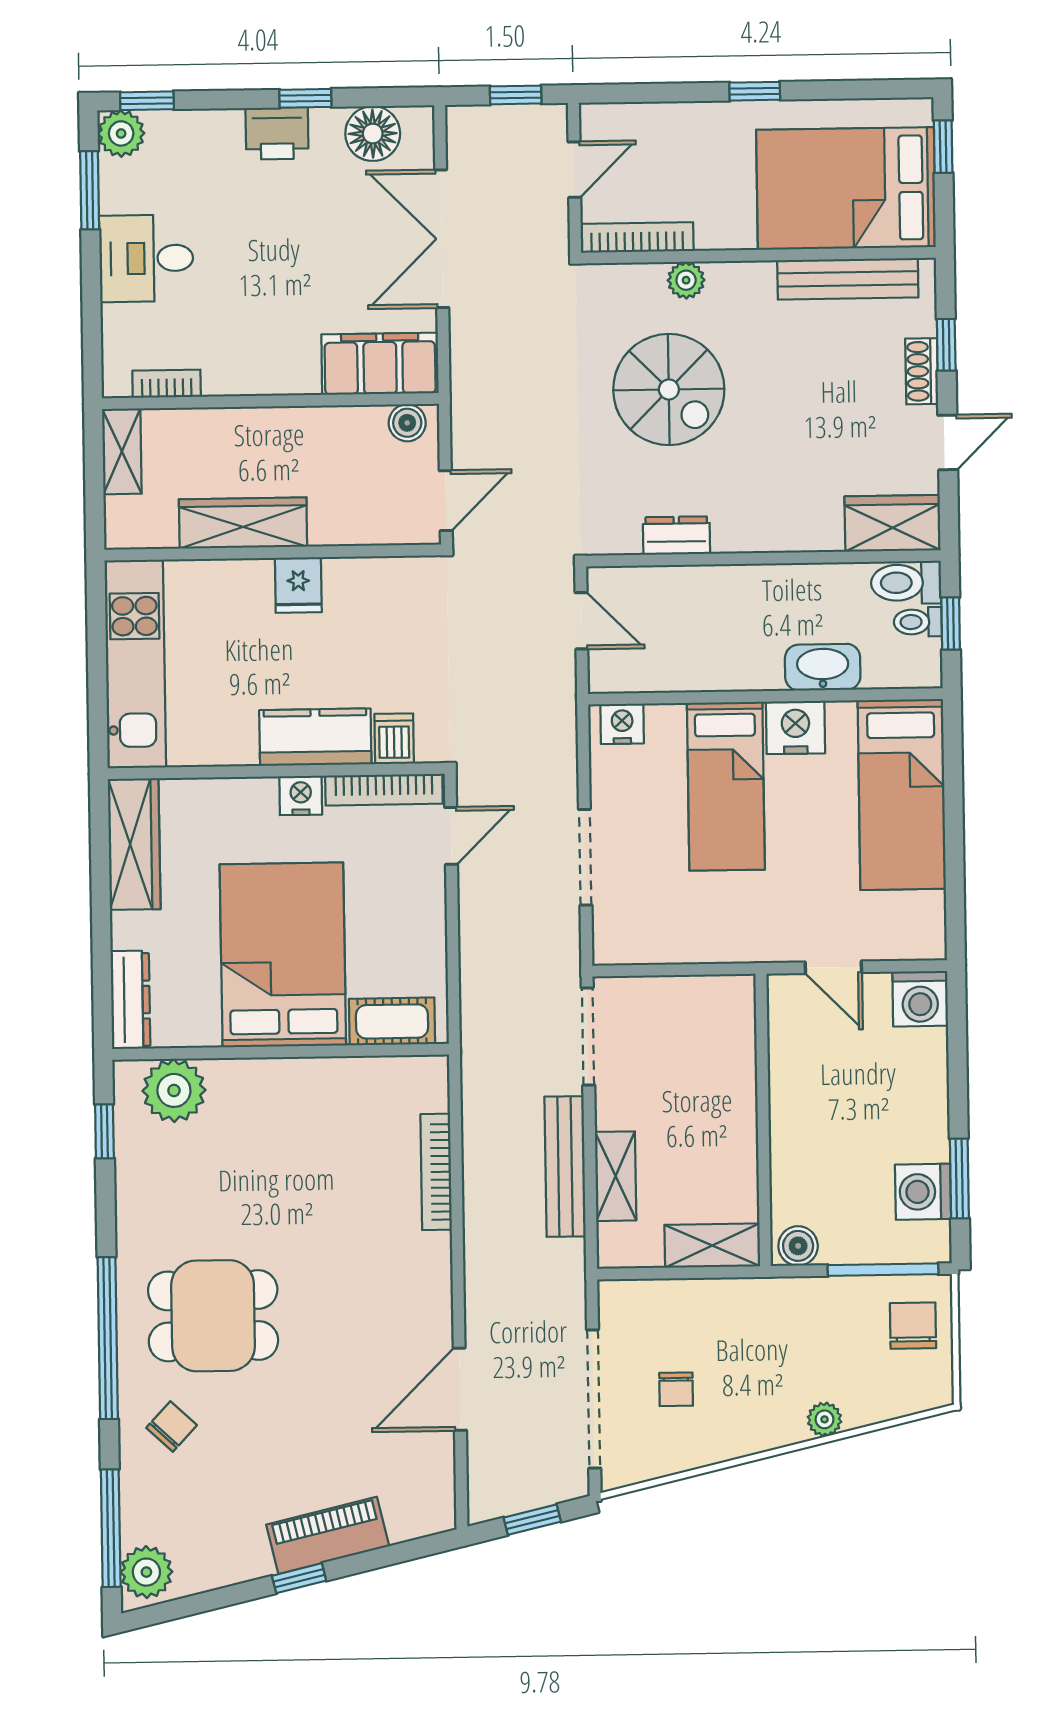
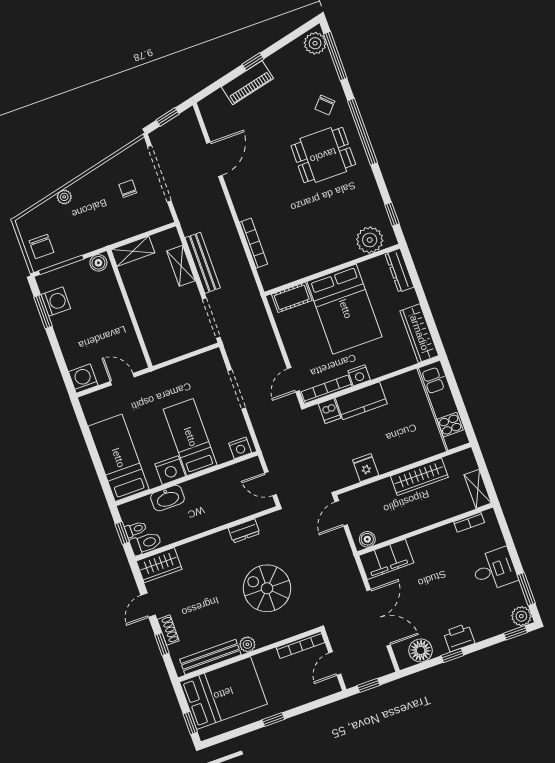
plant: (686, 280) -> (247, 644), moved
fridge: (298, 585) -> (366, 468), moved

